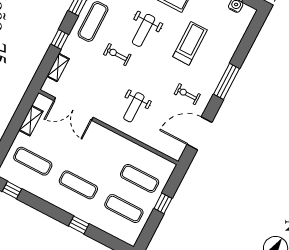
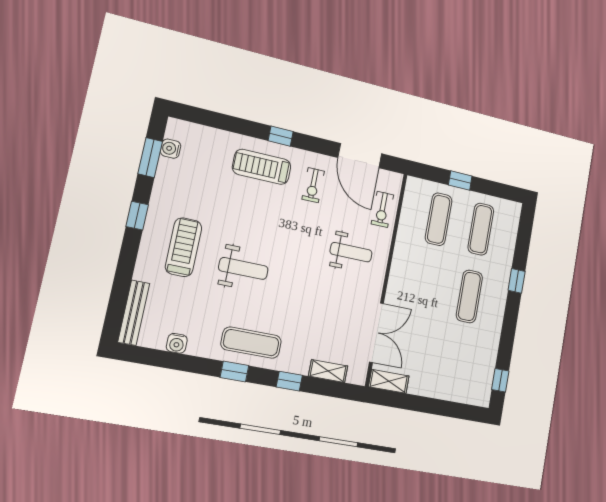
treadmill: (190, 43) -> (262, 167), moved
exercise bike: (117, 55) -> (382, 209), moved
window: (227, 81) -> (281, 136), width x0.46
shelving: (31, 121) -> (389, 381), moved
exercise mat: (33, 161) -> (458, 365), removed

